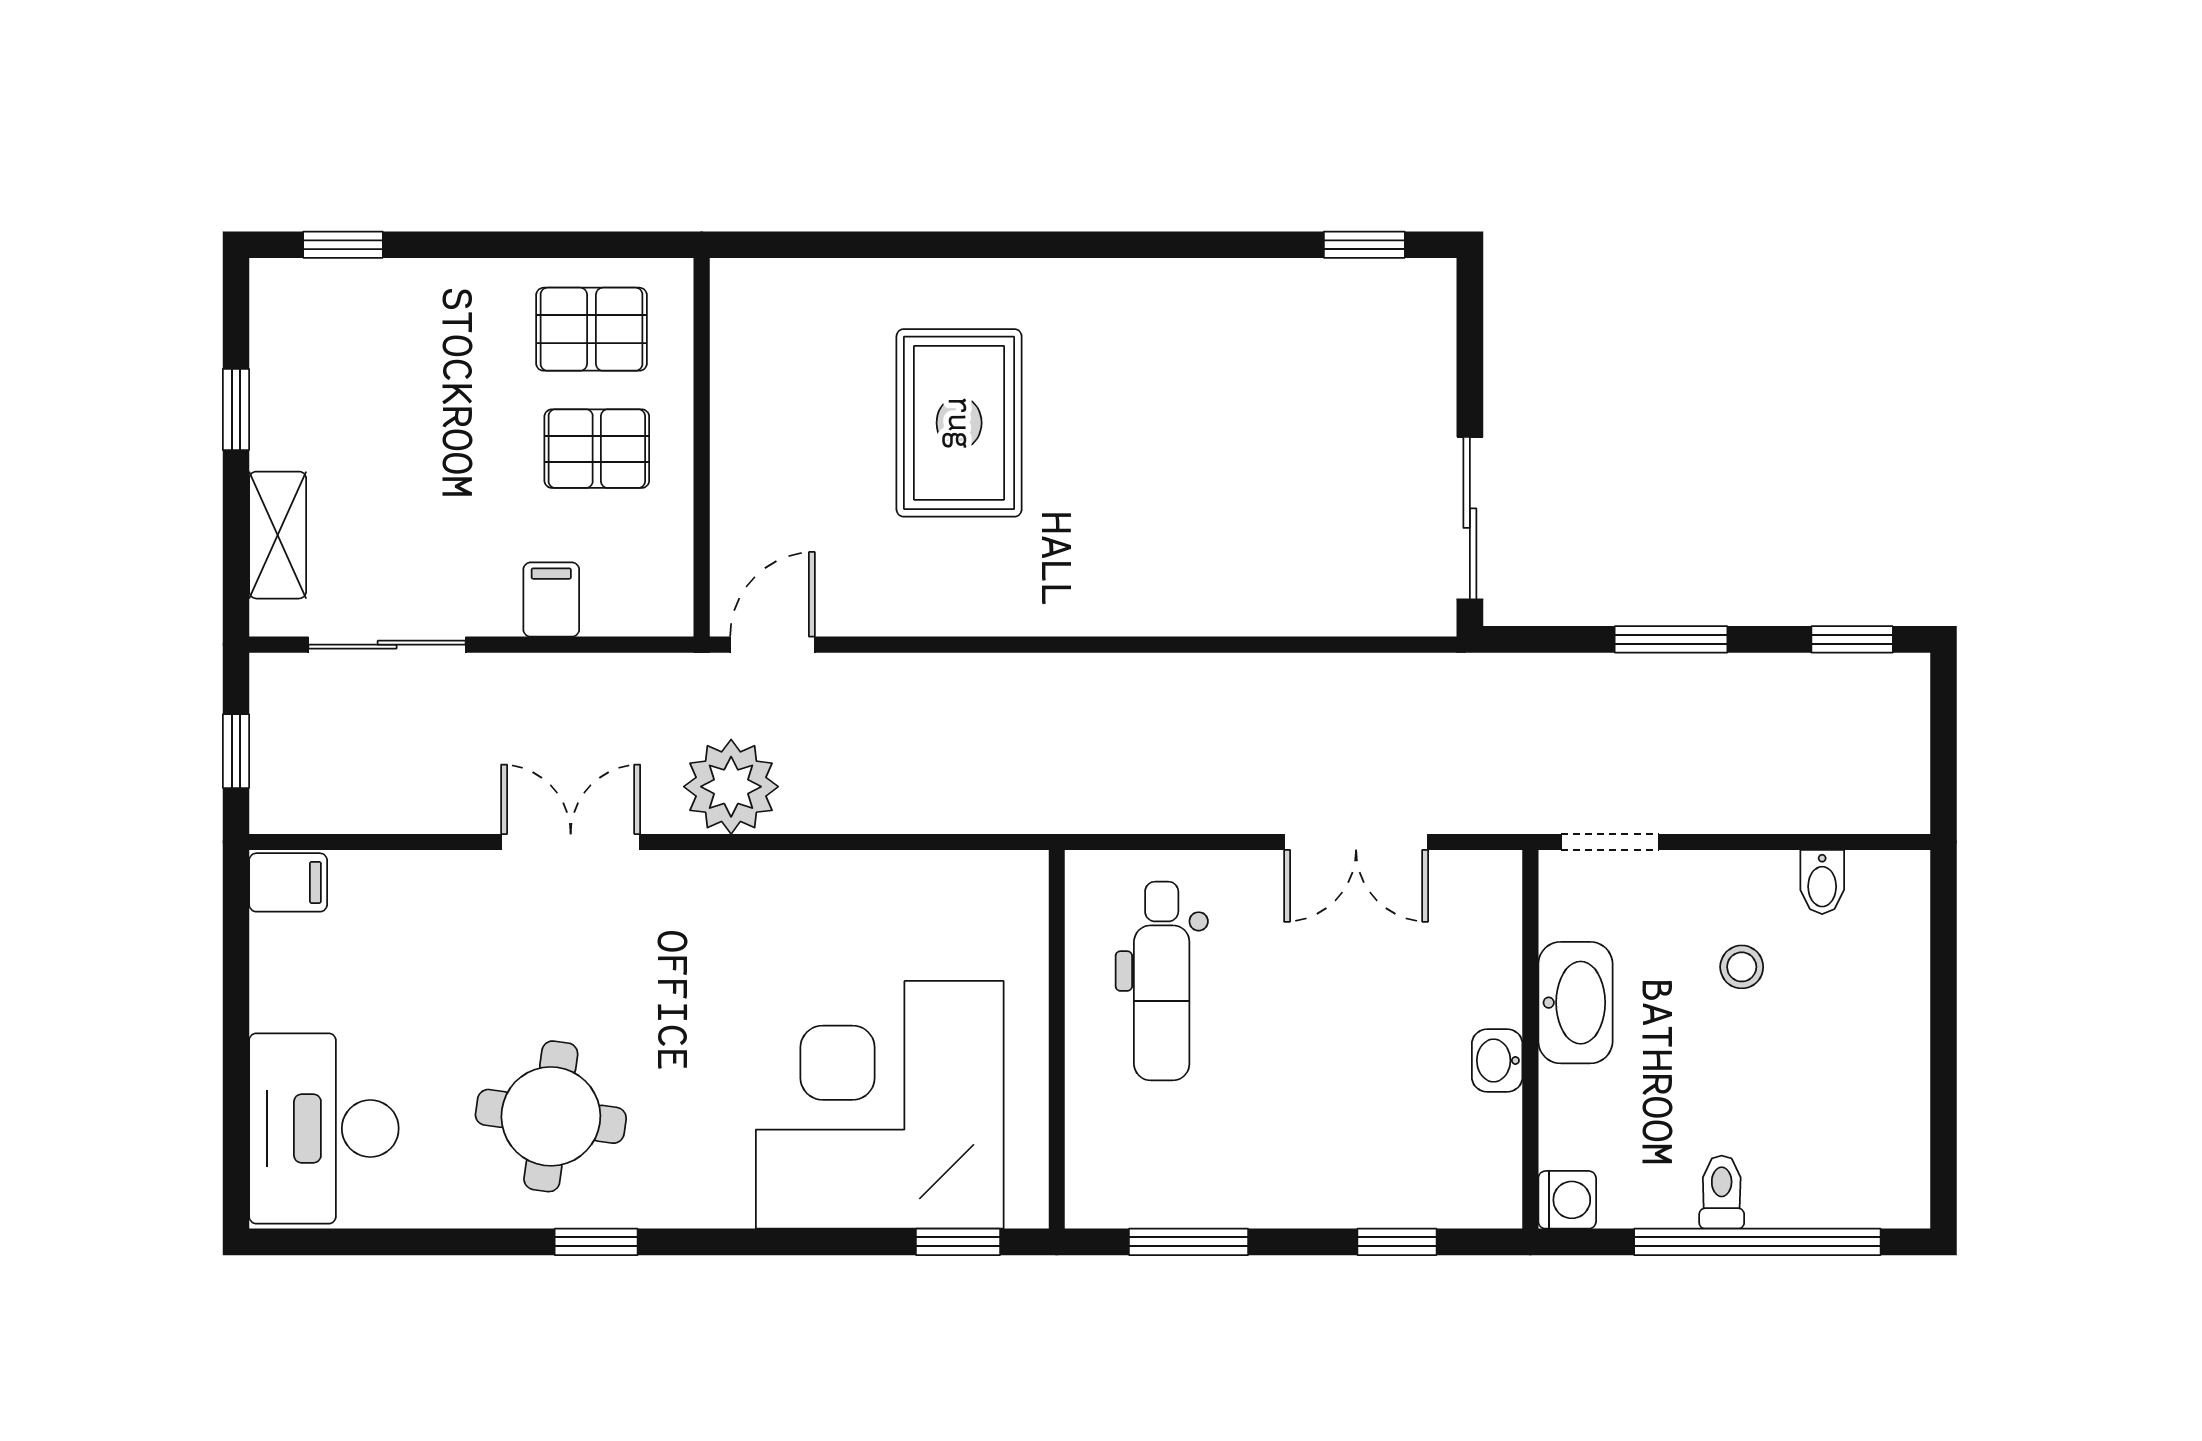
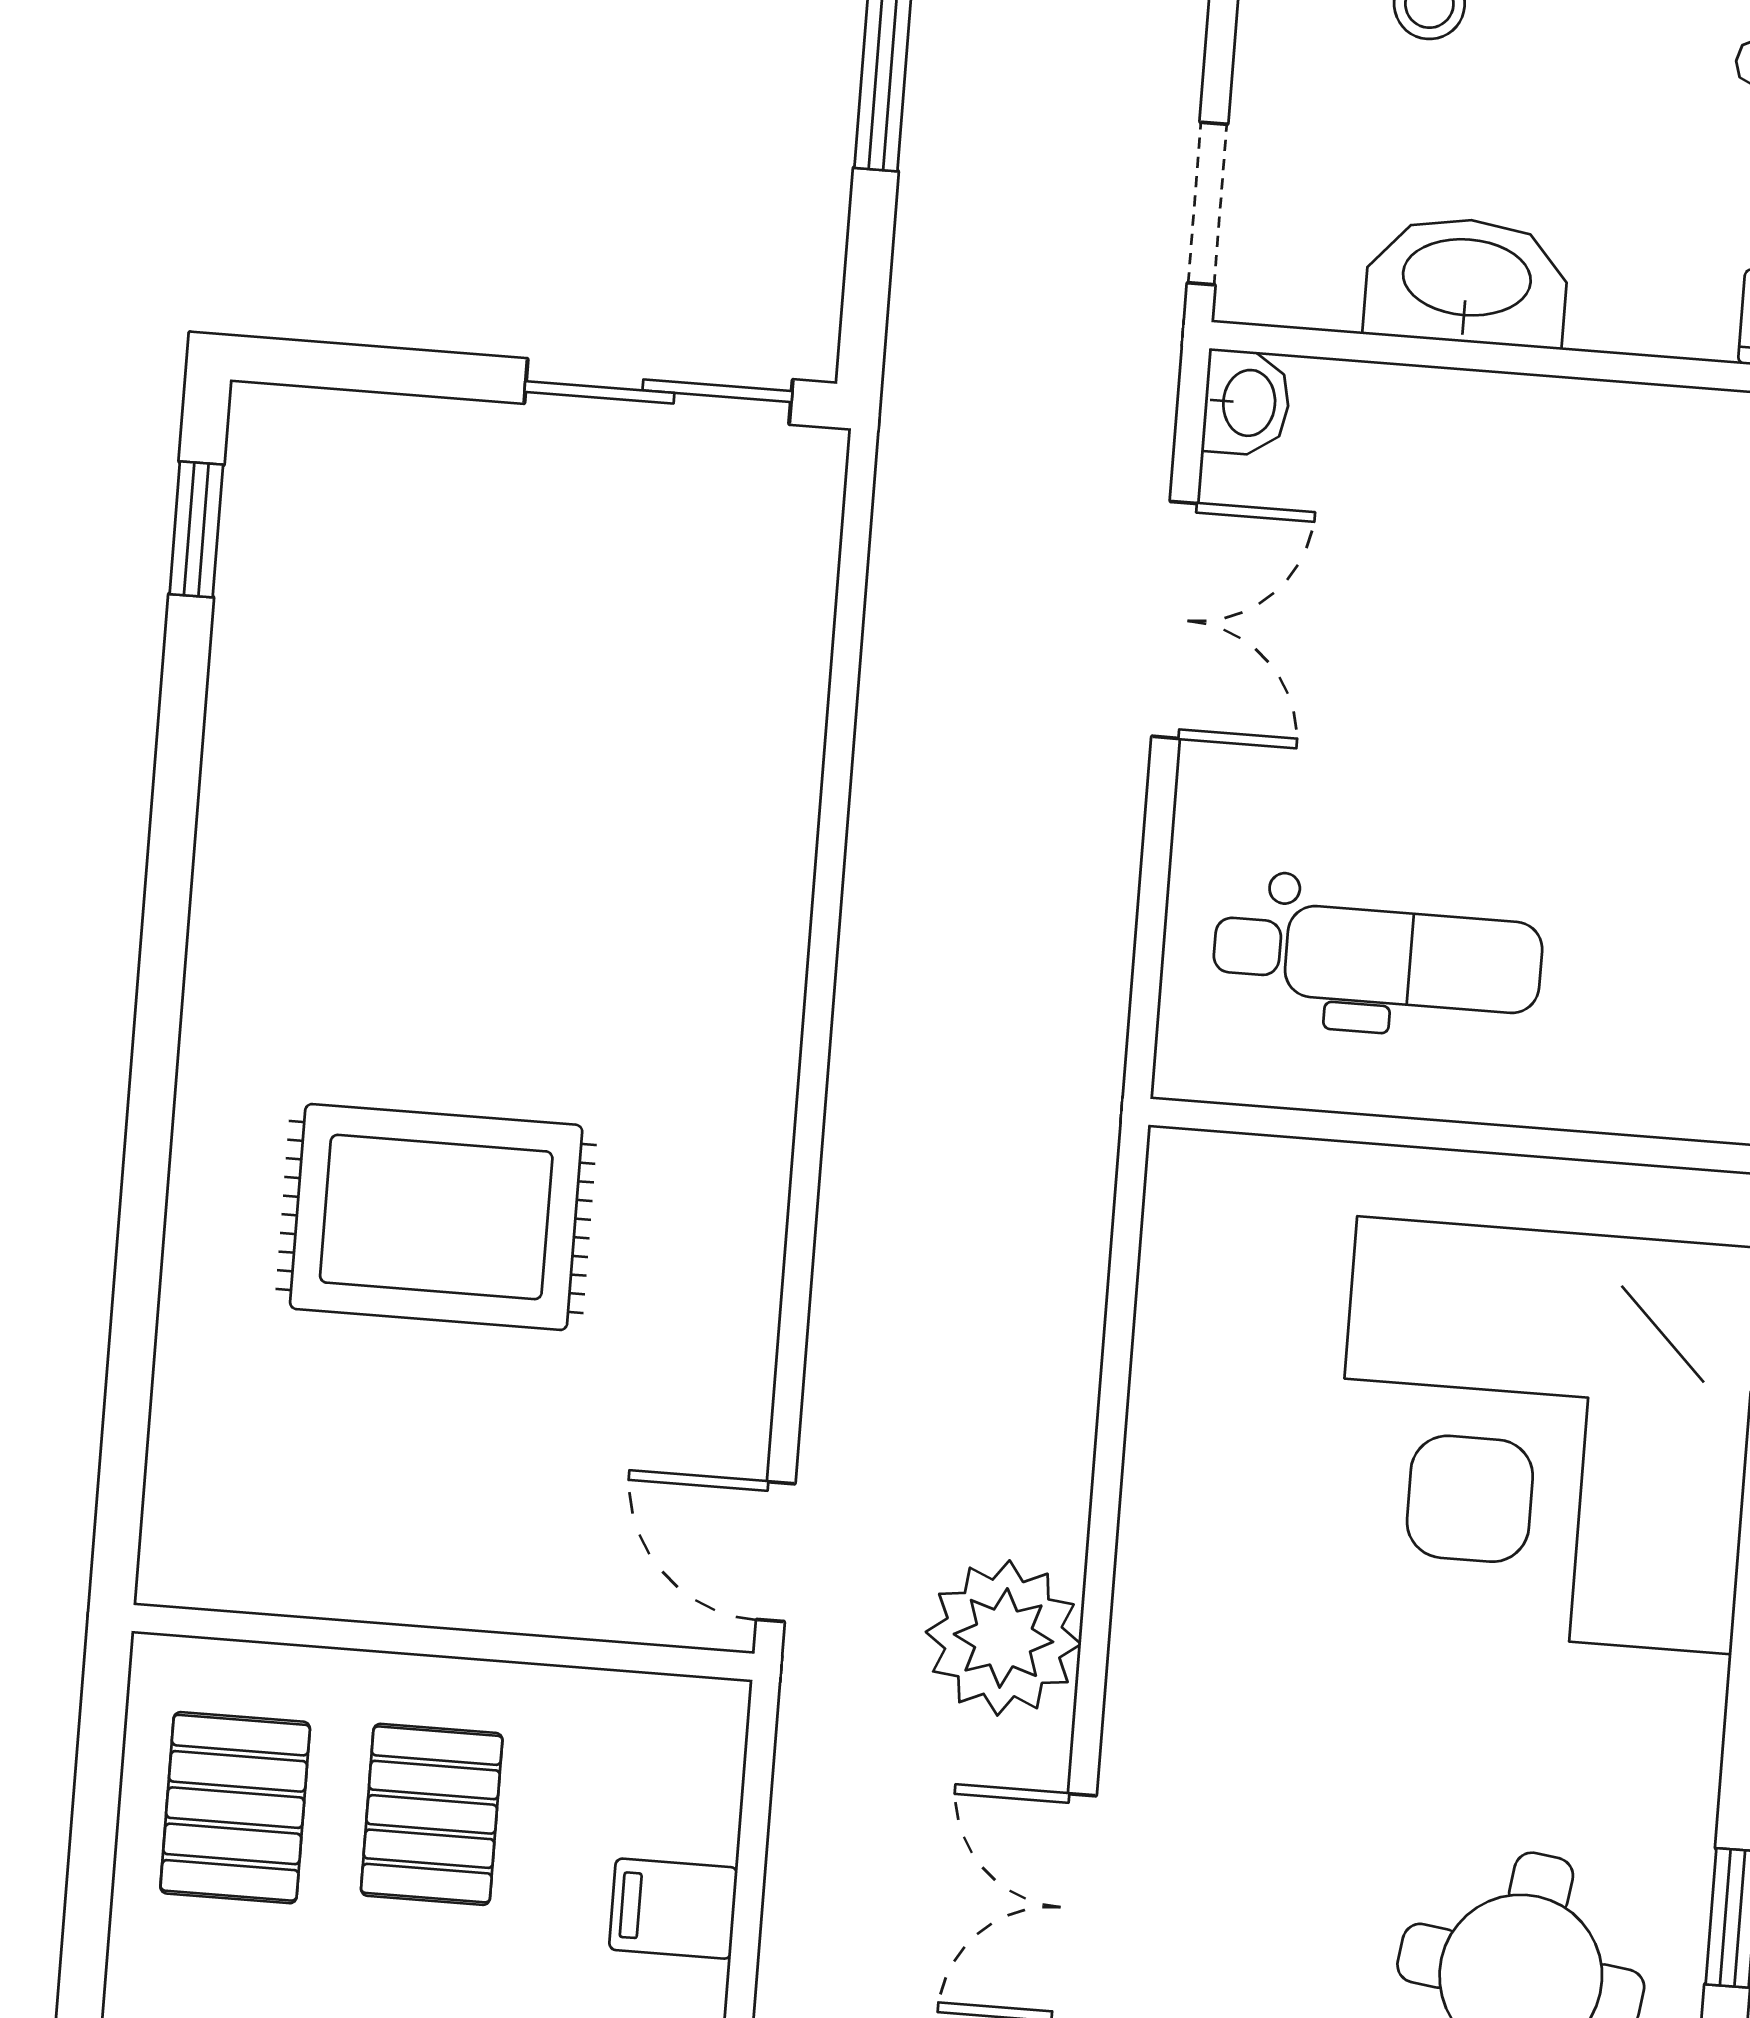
washbasin: (1497, 1060) -> (1247, 403), moved, turned -90

